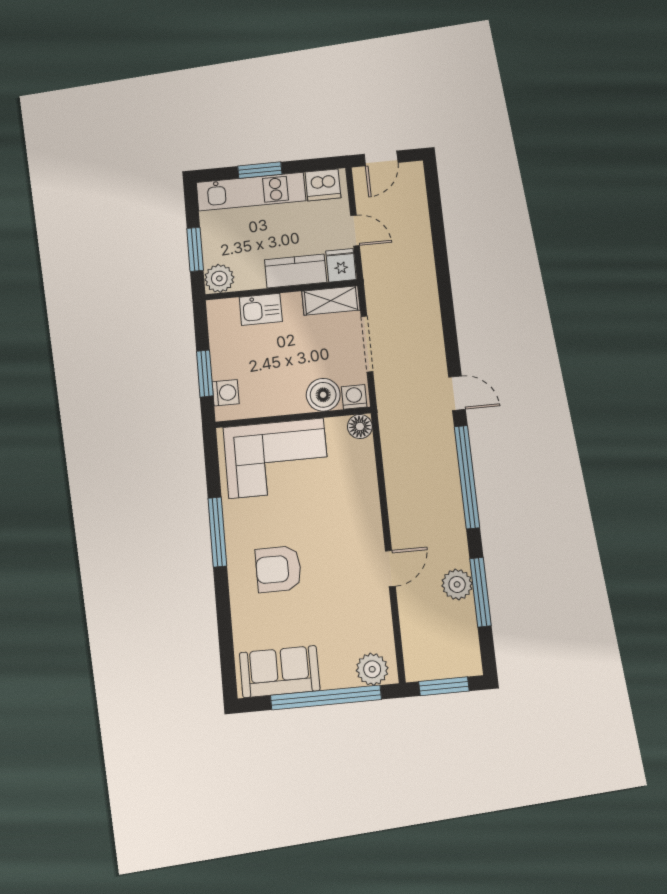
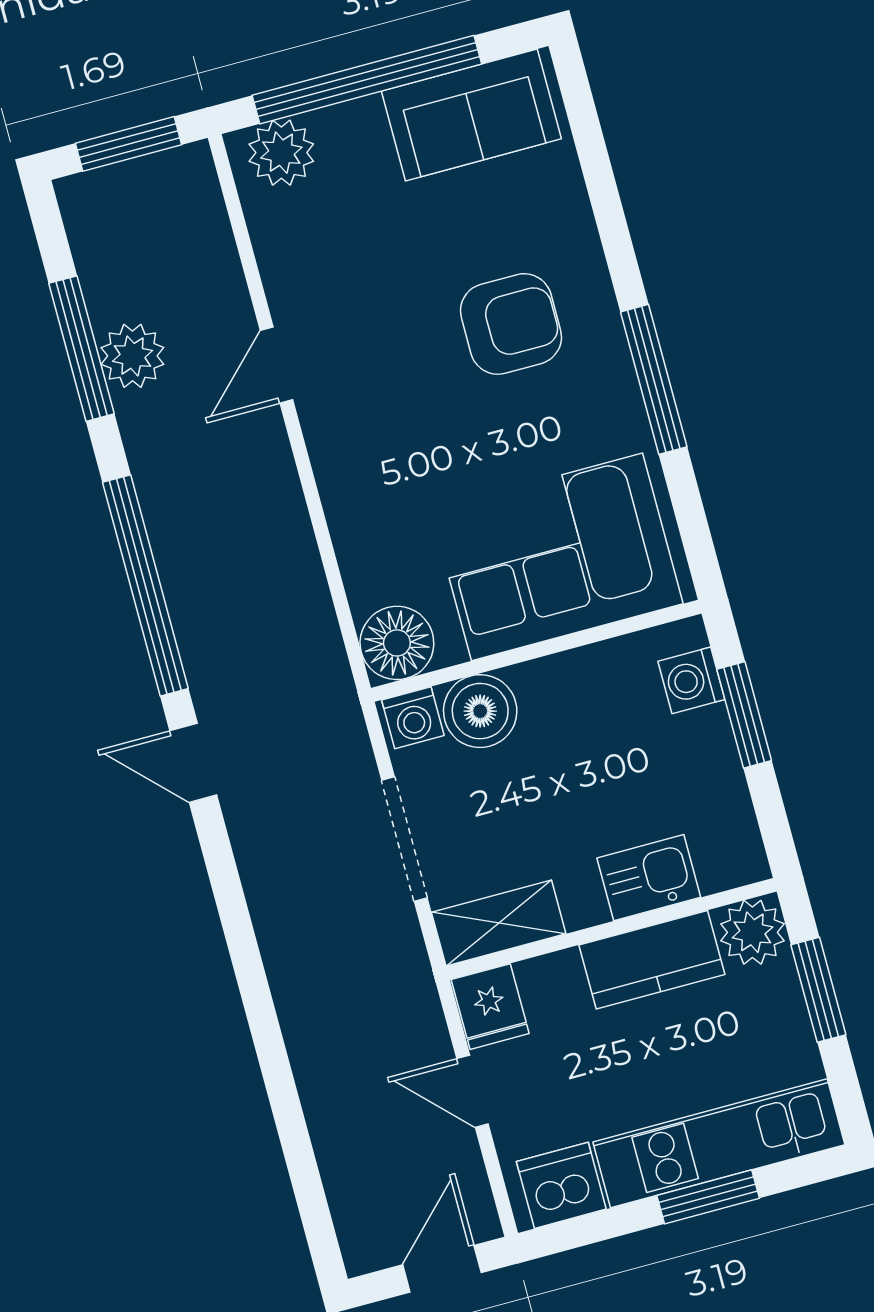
kitchen counter: (296, 271) -> (652, 960), moved
floor lamp: (360, 427) -> (397, 643), width x1.38, depth x1.38

